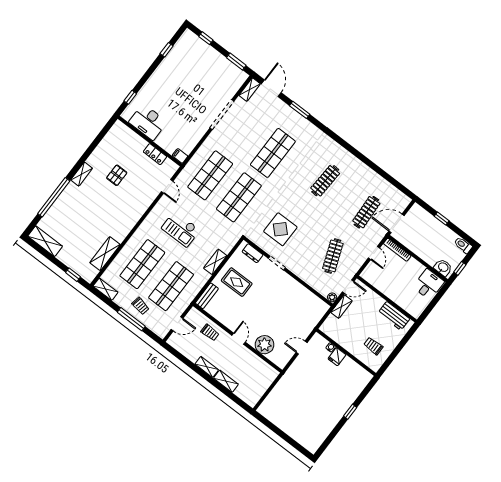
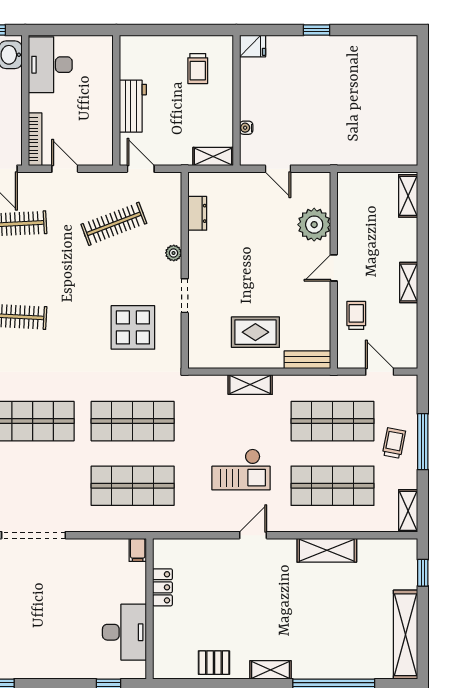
pallet: (117, 175) -> (214, 663), moved
door: (167, 186) -> (253, 535), moved
checkout: (181, 229) -> (241, 469), turned 90
shelving: (45, 241) -> (406, 635), width x1.47
dresser: (253, 253) -> (197, 213), moved
door: (374, 253) -> (65, 169), hinge flipped
shelving: (105, 254) -> (327, 550), moved
rug: (237, 282) -> (255, 332), turned 90
desk: (428, 284) -> (50, 65), width x1.37
plant: (332, 297) -> (174, 253), moved
shelving: (342, 307) -> (213, 156), moved
workbench: (394, 316) -> (133, 106), moved
fridge: (337, 357) -> (253, 46), moved
shelving: (226, 381) -> (408, 196), moved

